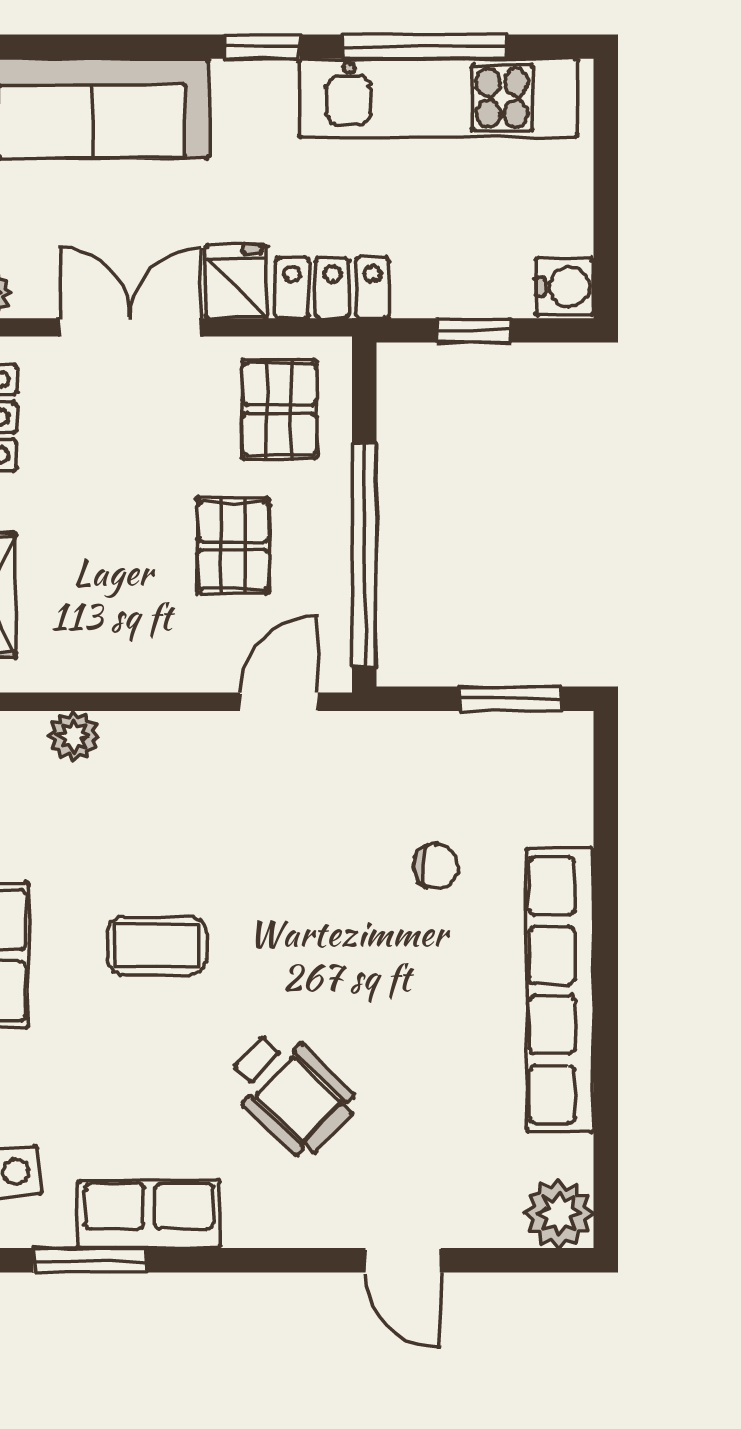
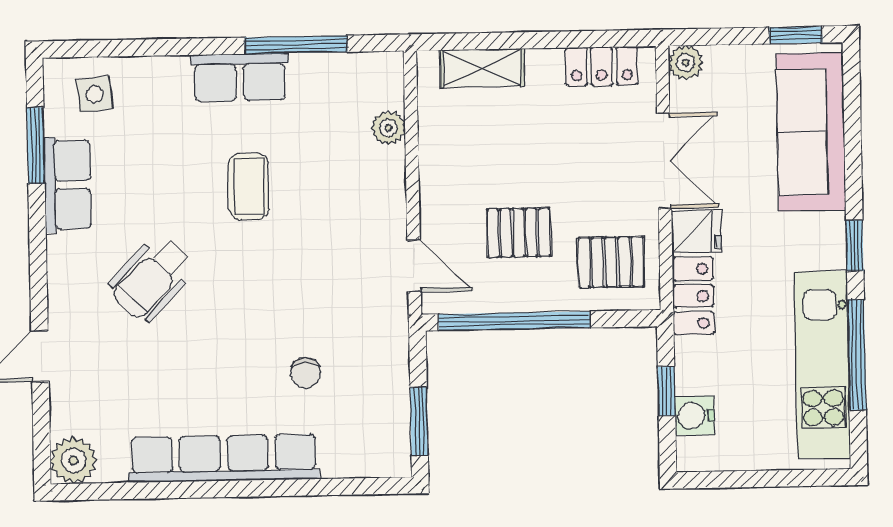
water cooler: (565, 287) -> (695, 415), moved, turned 90

